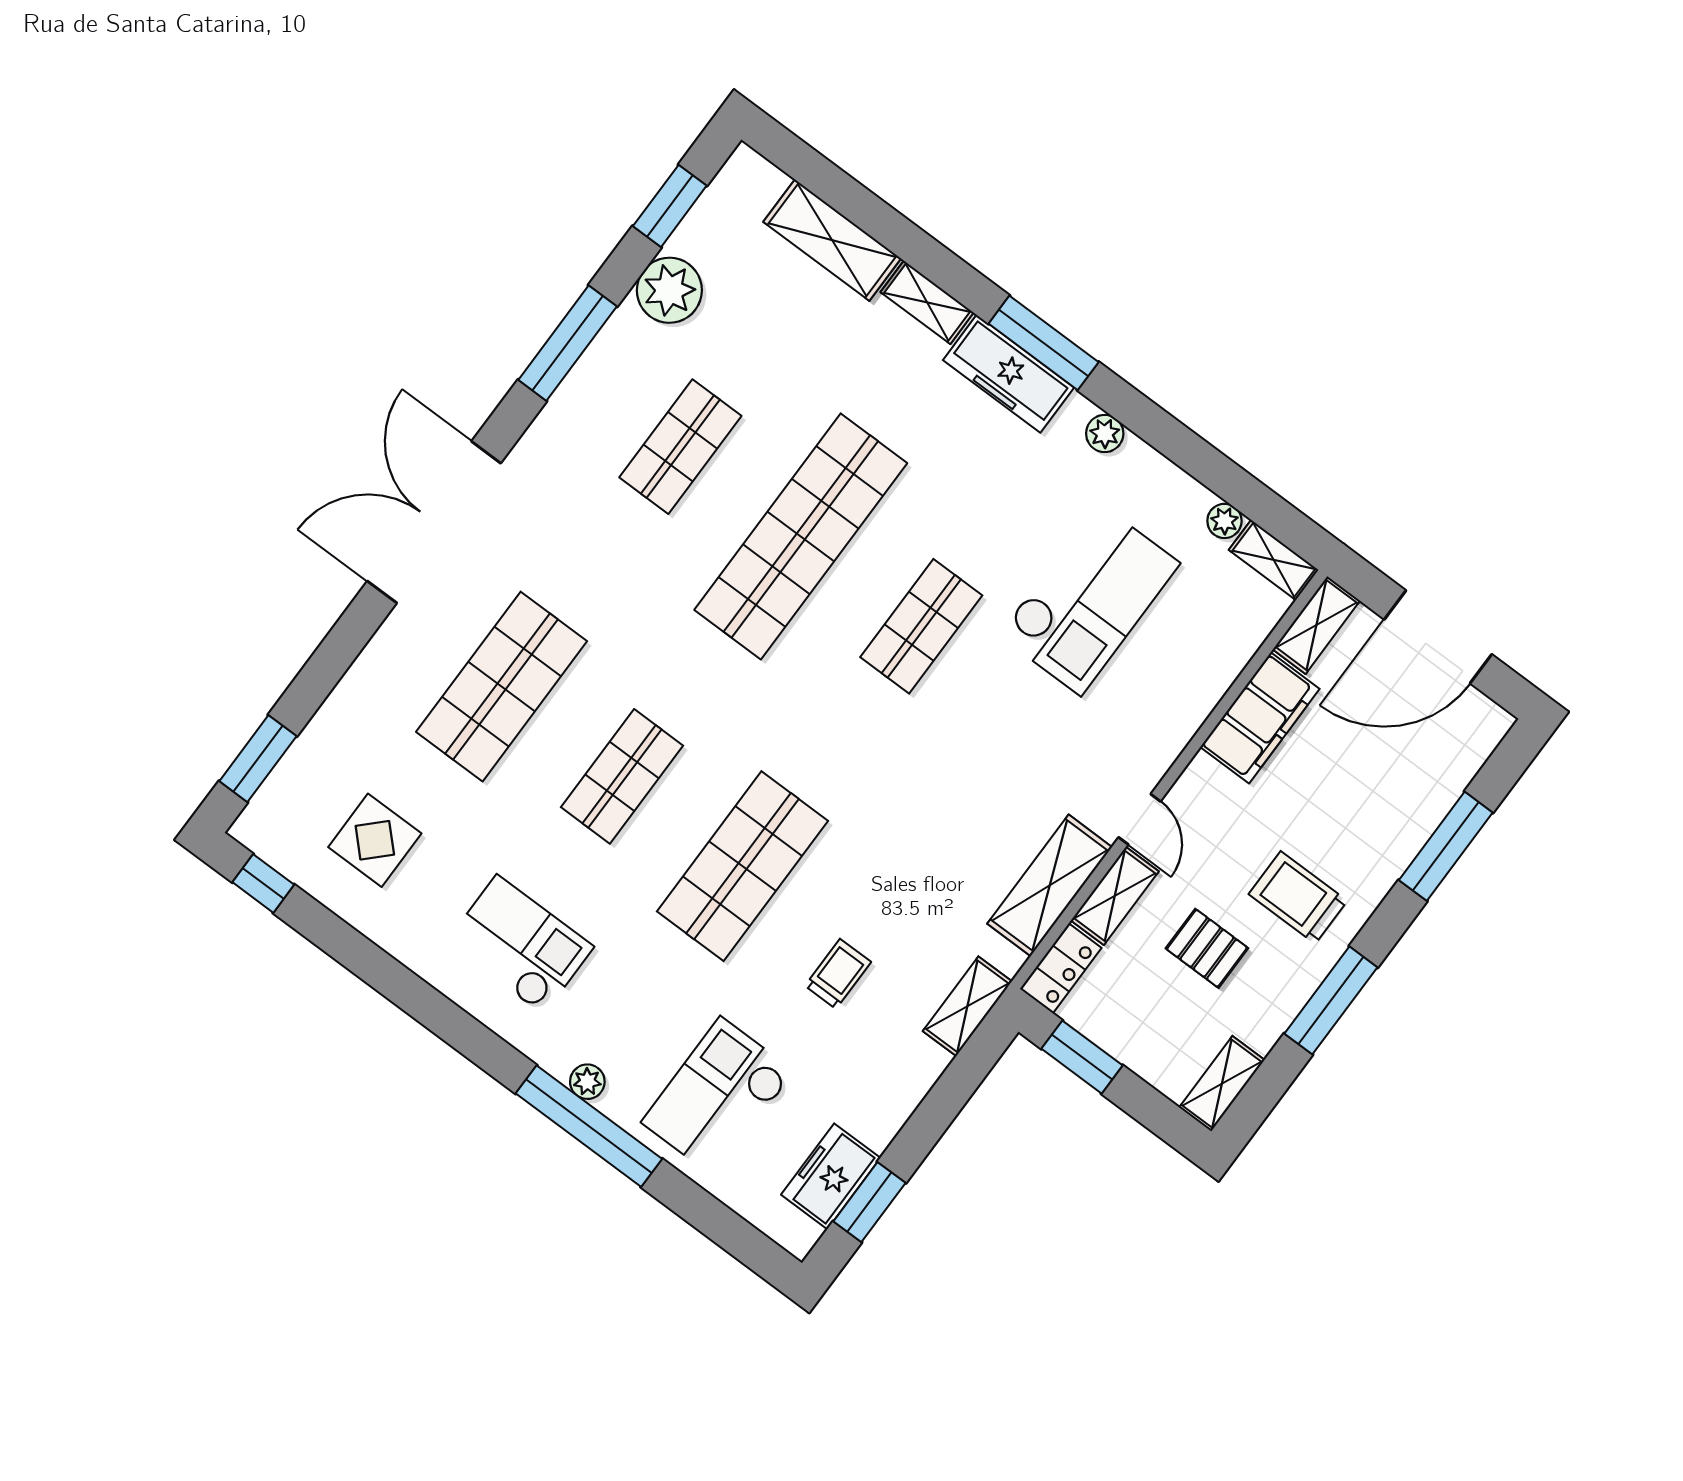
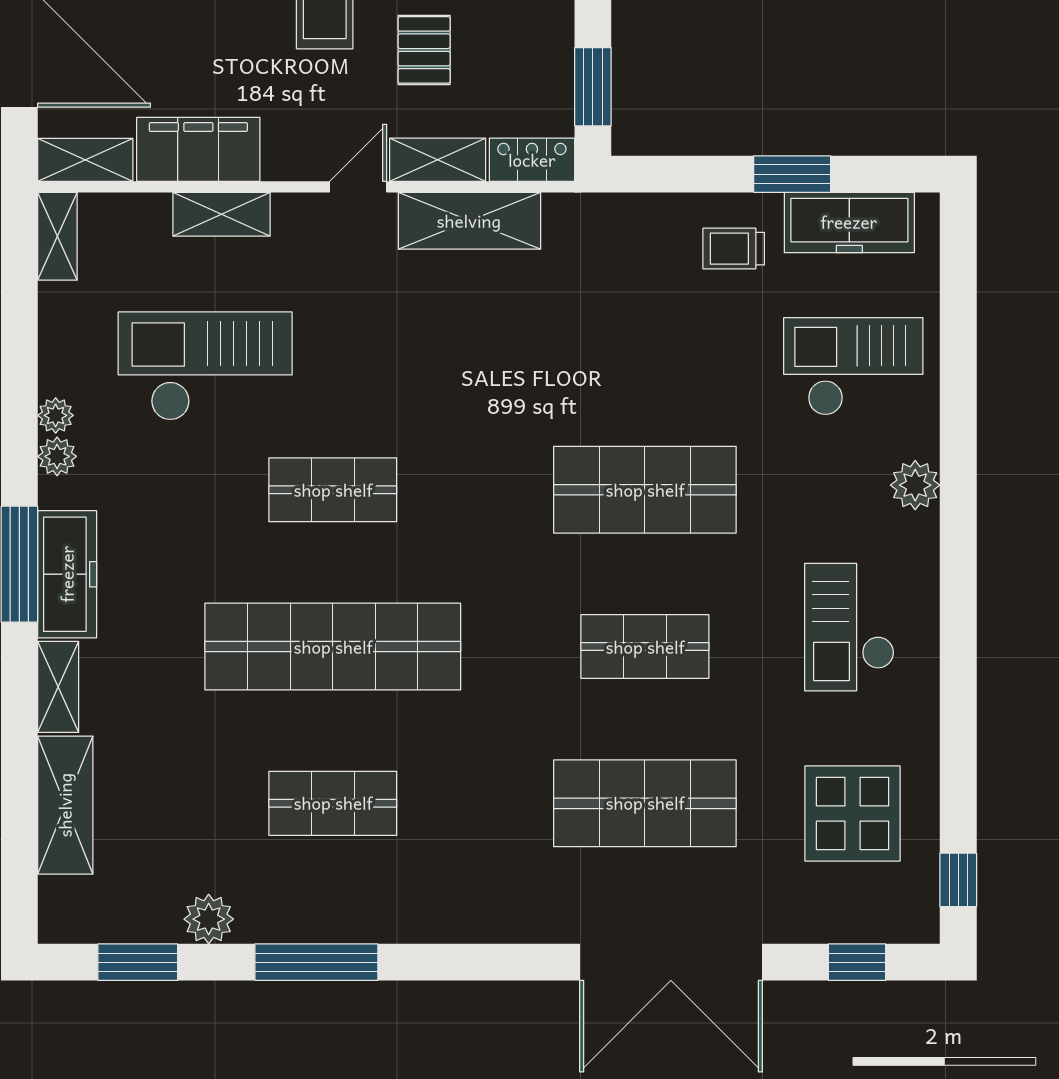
plant: (669, 290) -> (209, 919), width x0.73, depth x0.73
plant: (1224, 521) -> (56, 415), moved
double door: (434, 522) -> (671, 962), moved
window: (258, 759) -> (857, 962), width x0.67
display table: (375, 840) -> (853, 813), width x1.36, depth x1.36
trolley: (838, 974) -> (734, 249), moved
shelving: (967, 1006) -> (222, 214), moved
plant: (587, 1082) -> (915, 485), width x1.38, depth x1.38
checkout: (718, 1097) -> (853, 366), turned 180
window: (589, 1126) -> (958, 456), removed
freezer: (831, 1176) -> (849, 222), width x1.40
window: (869, 1202) -> (792, 174), moved

